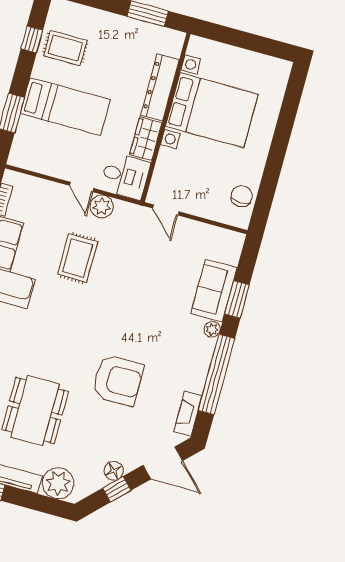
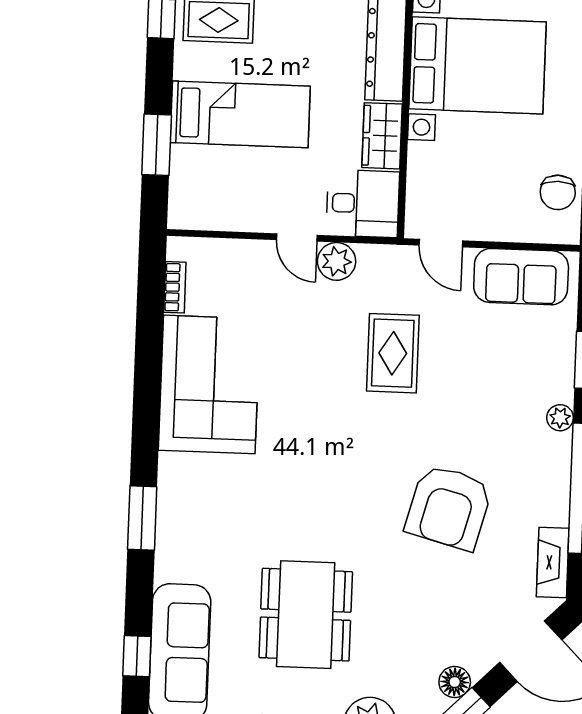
chair: (242, 196) -> (558, 192), turned 180
rug: (78, 258) -> (393, 353), moved
sofa: (214, 290) -> (521, 277), moved, turned -90
armchair: (118, 380) -> (449, 507), moved, turned 105

